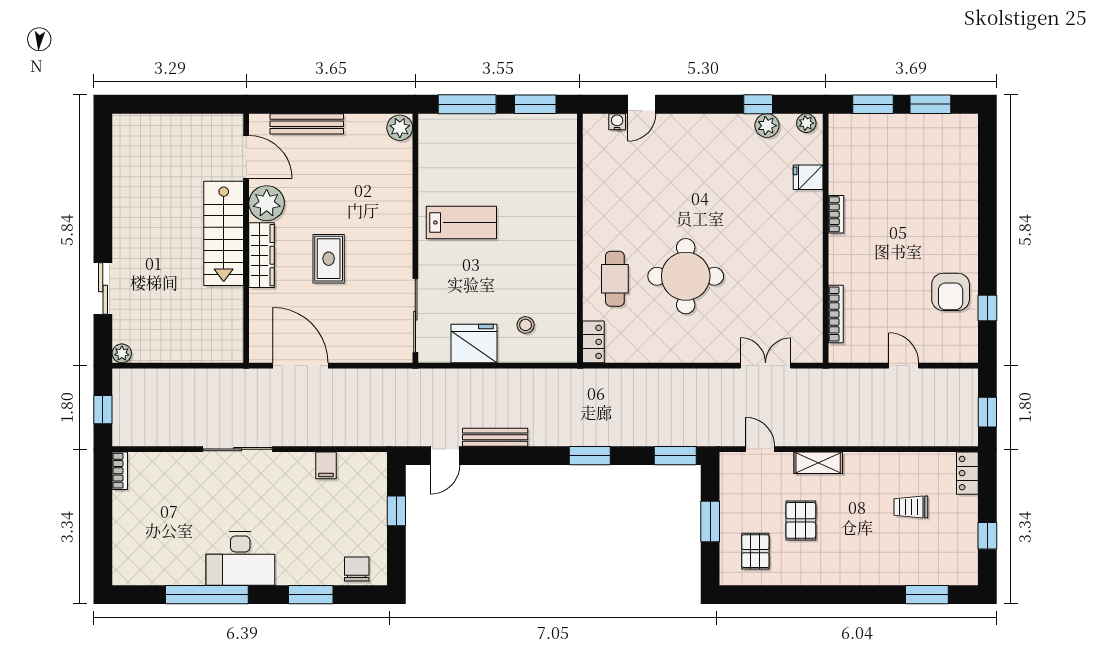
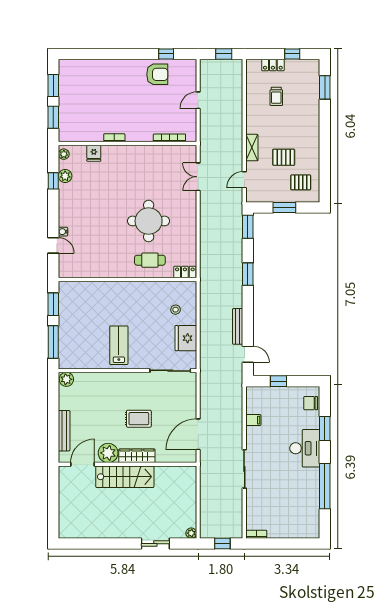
water cooler: (617, 122) -> (63, 232), moved
locker: (967, 473) -> (273, 65), moved
desk: (240, 559) -> (305, 448), moved

